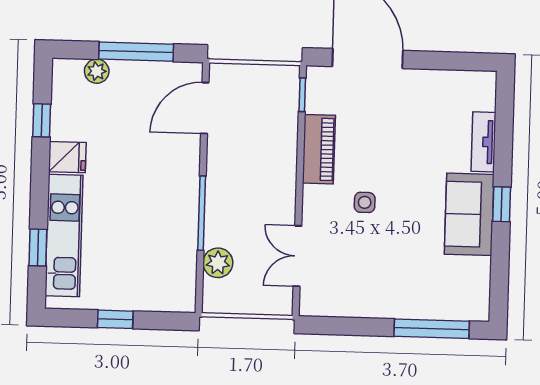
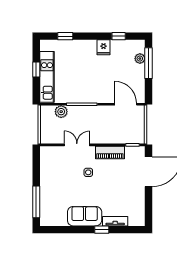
window: (136, 52) -> (149, 63), moved
window: (502, 204) -> (102, 230), moved
kitchen unit: (64, 236) -> (47, 77), moved, turned -90
double door: (297, 256) -> (77, 145), moved

